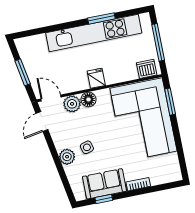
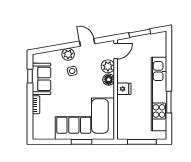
dishwasher: (147, 69) -> (123, 129), removed
window: (170, 102) -> (81, 142), moved
door: (42, 122) -> (87, 42), moved

